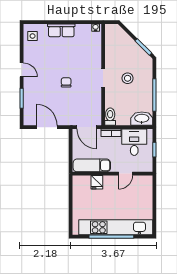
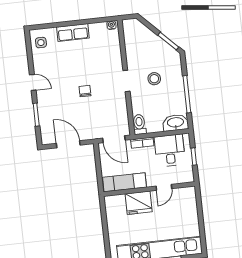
fridge: (97, 182) -> (139, 203), width x1.88, depth x1.34

